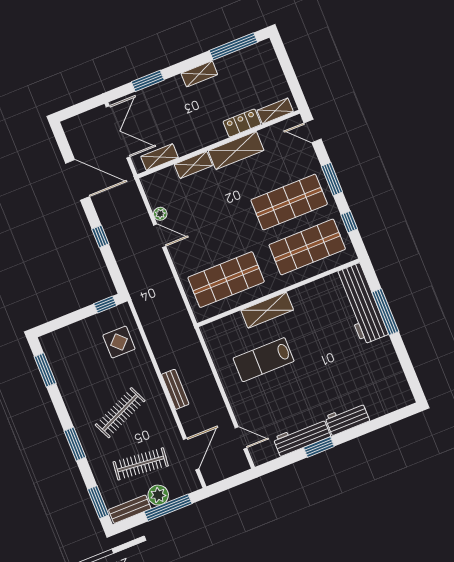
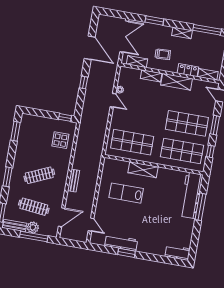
trolley: (191, 123) -> (163, 54), added
workbench: (347, 419) -> (177, 253), moved

